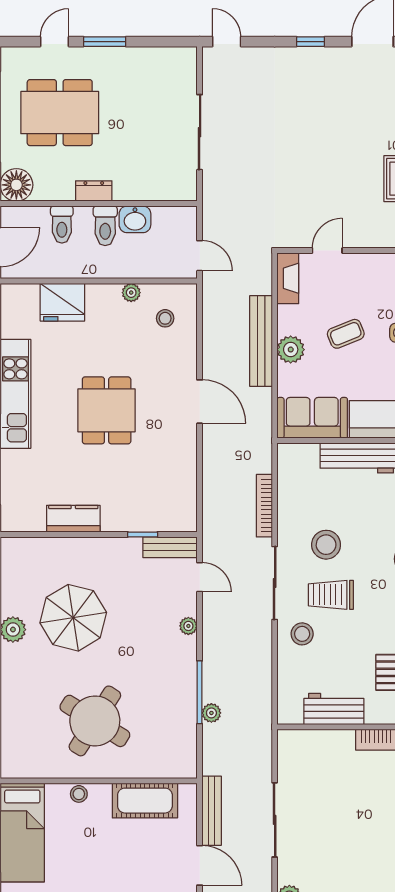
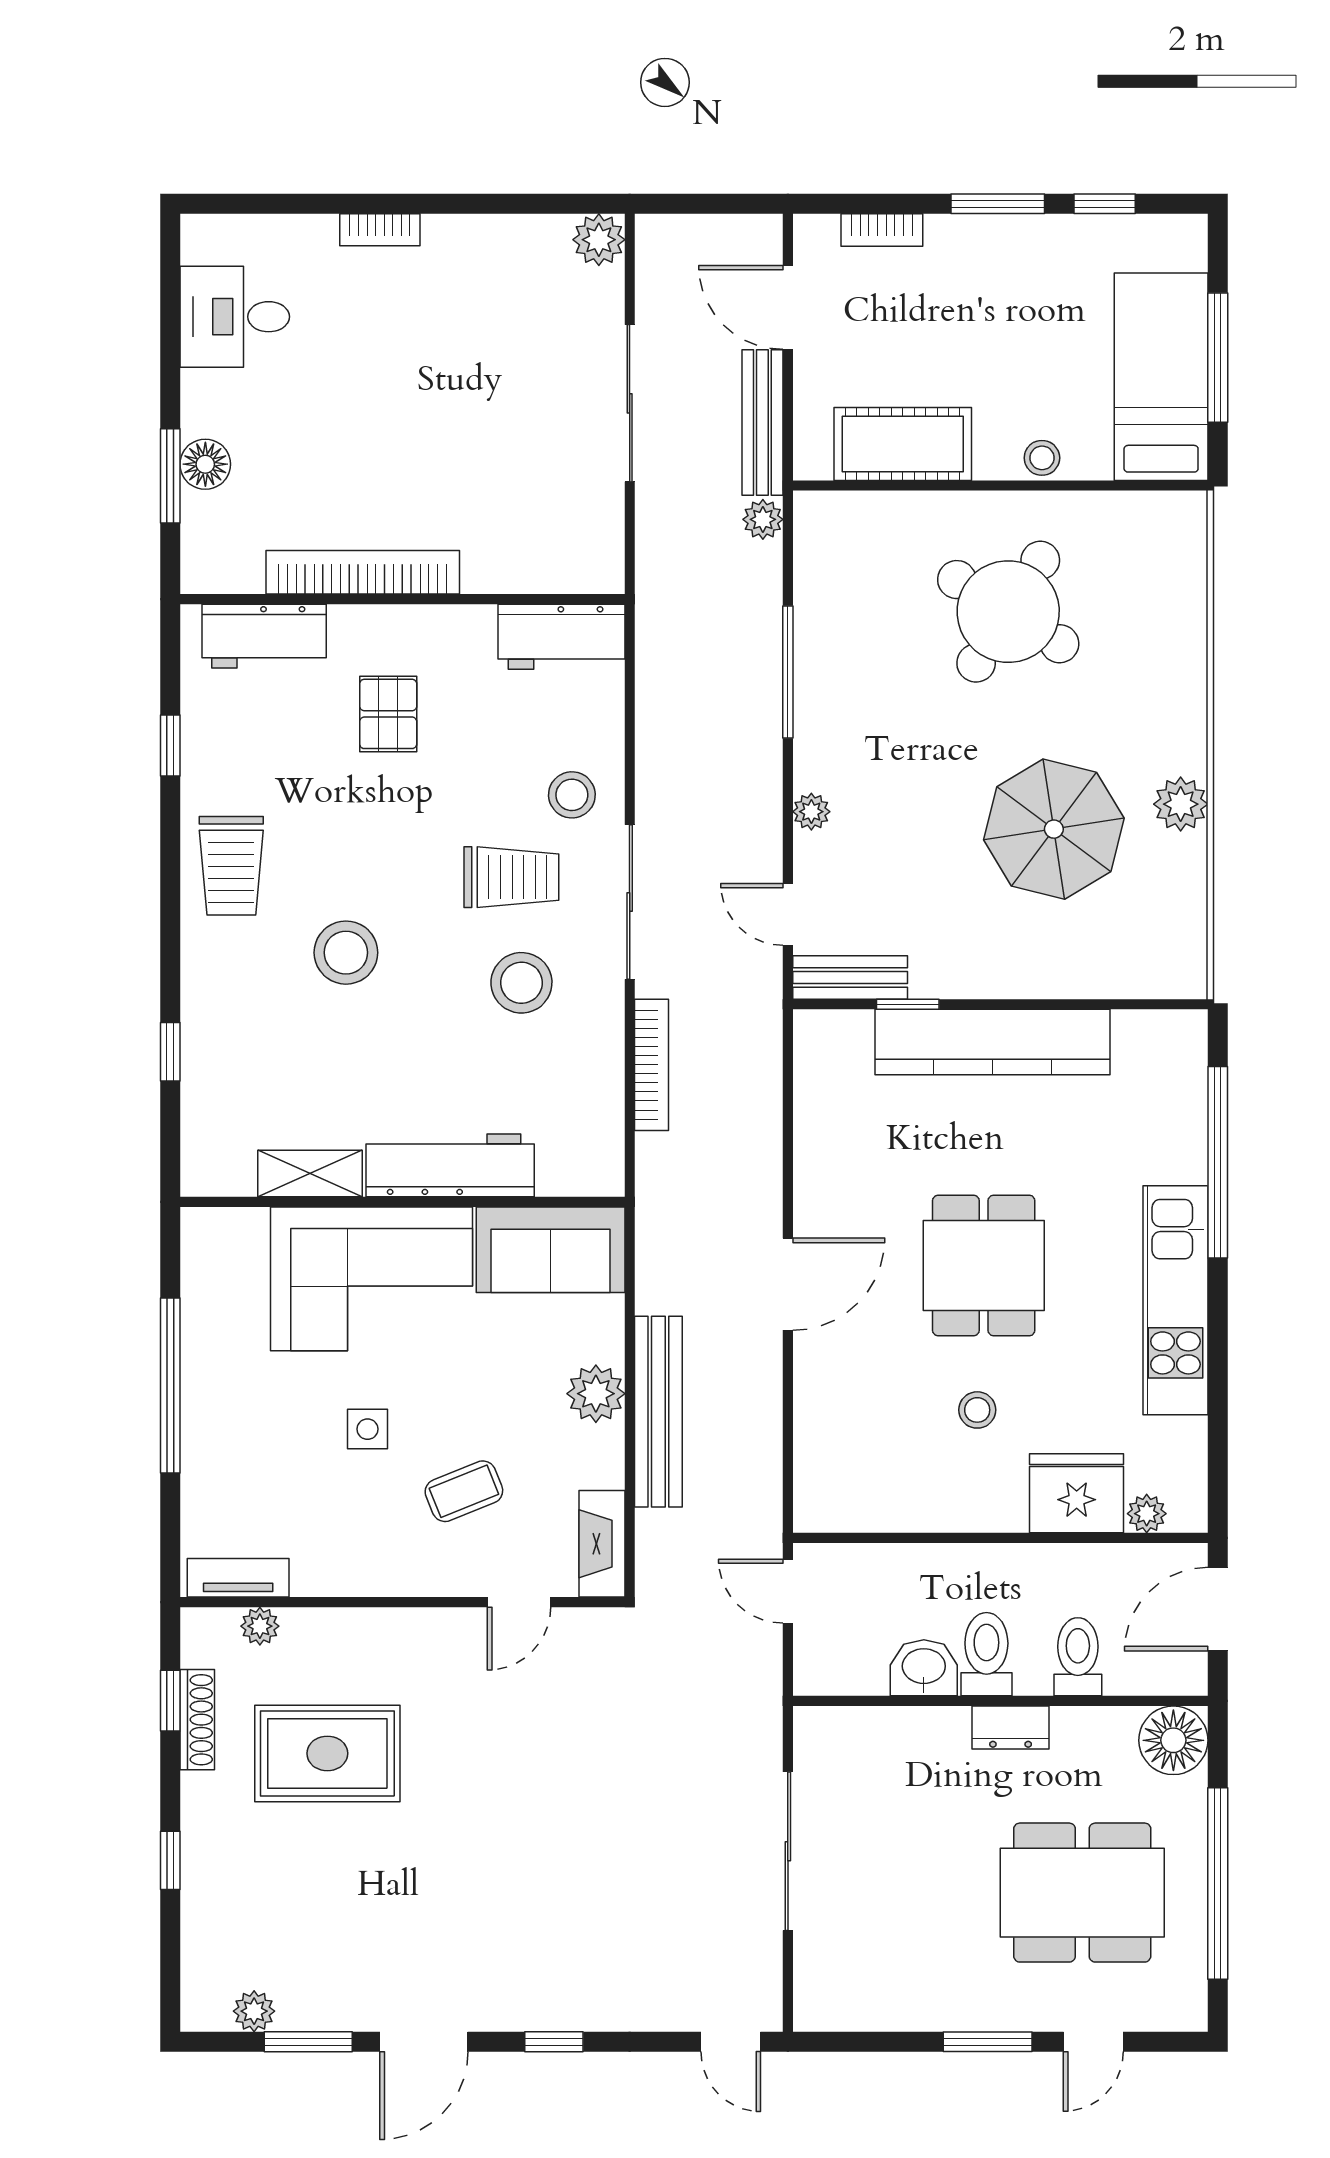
plant: (131, 293) -> (1147, 1514), moved
stool: (165, 318) -> (977, 1410), moved
coffee table: (346, 334) -> (464, 1491), moved
door: (200, 402) -> (788, 1284), swing flipped
kitchen counter: (73, 519) -> (992, 1042), width x2.08, depth x1.17
workbench: (334, 709) -> (561, 637), moved
plant: (211, 713) -> (763, 519), moved

